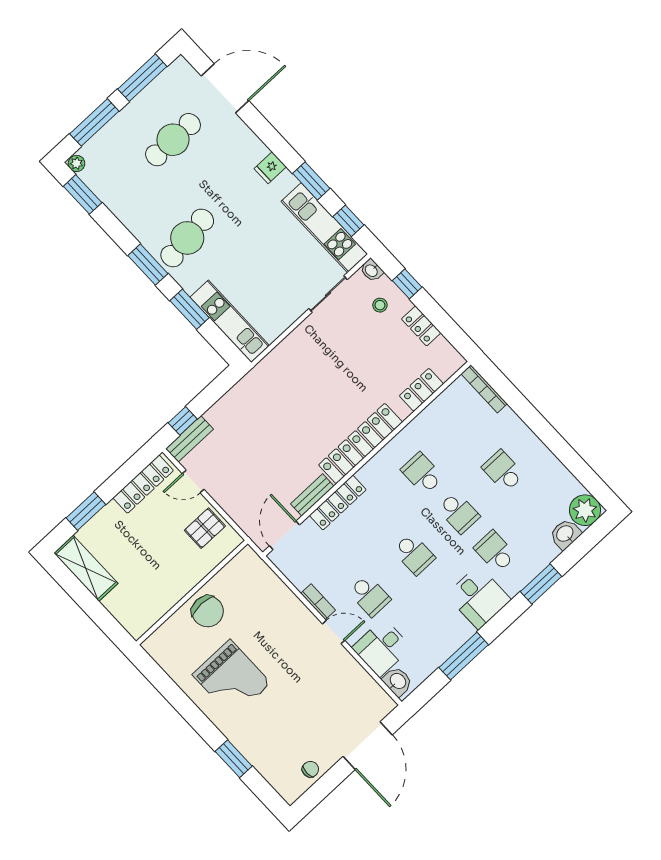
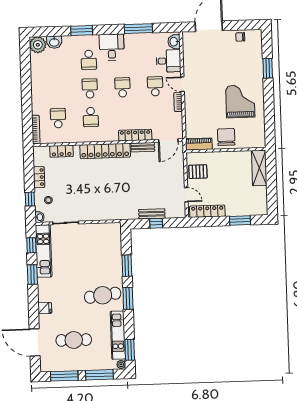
fridge: (270, 168) -> (45, 308), moved
kitchen unit: (230, 321) -> (118, 335), moved
window: (183, 421) -> (156, 223), moved
bench: (189, 439) -> (152, 214), moved
school desk: (503, 471) -> (58, 118), moved, turned 180
shelving: (86, 568) -> (259, 168), moved
piano: (237, 568) -> (199, 144), added

